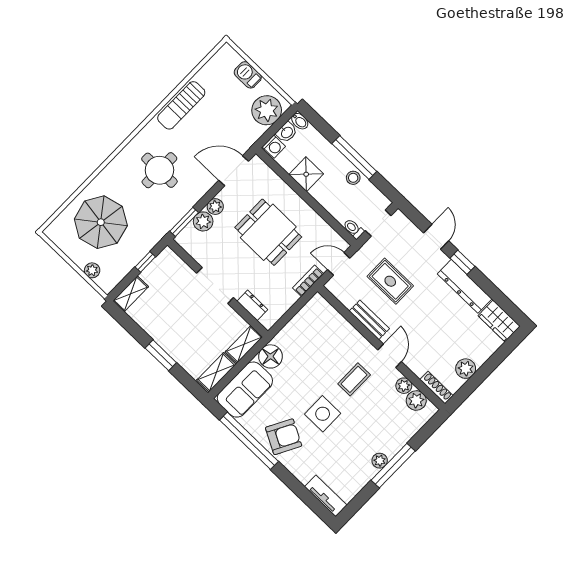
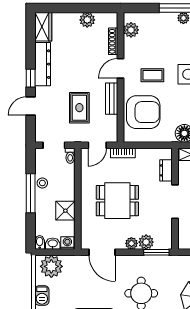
dining table: (268, 232) -> (117, 201), turned 90
door: (339, 264) -> (97, 145), hinge flipped
armchair: (328, 337) -> (143, 112), added
plant: (404, 386) -> (129, 45), removed
shoe rack: (436, 388) -> (113, 41), moved

